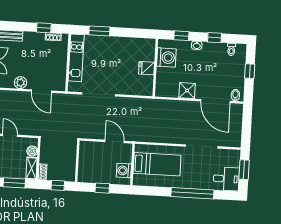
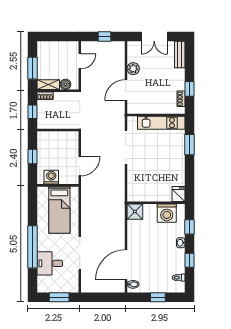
fridge: (147, 68) -> (178, 194), moved
shower: (187, 91) -> (135, 212), moved
desk: (226, 179) -> (50, 263), moved, turned 90

